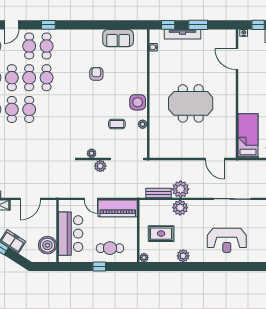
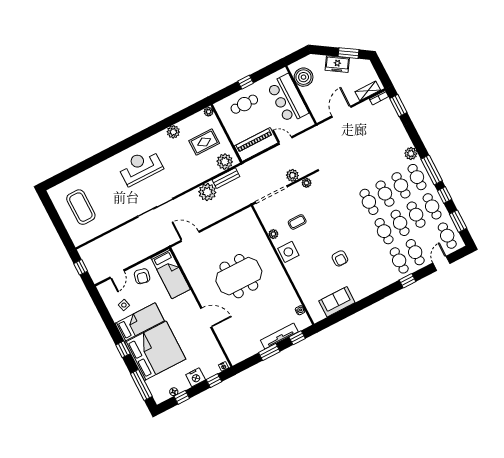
door: (237, 59) -> (206, 318), moved
cafe table: (47, 109) -> (369, 202), added
plant: (180, 208) -> (225, 162), moved

